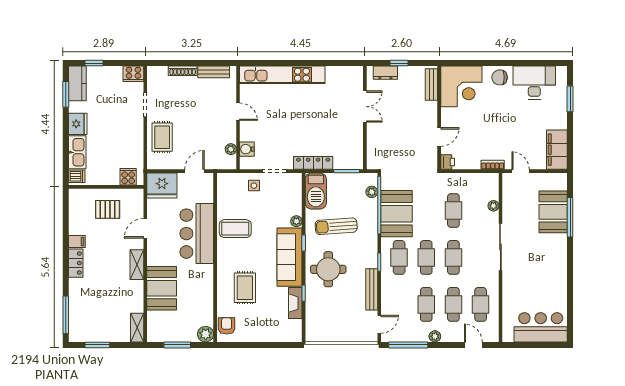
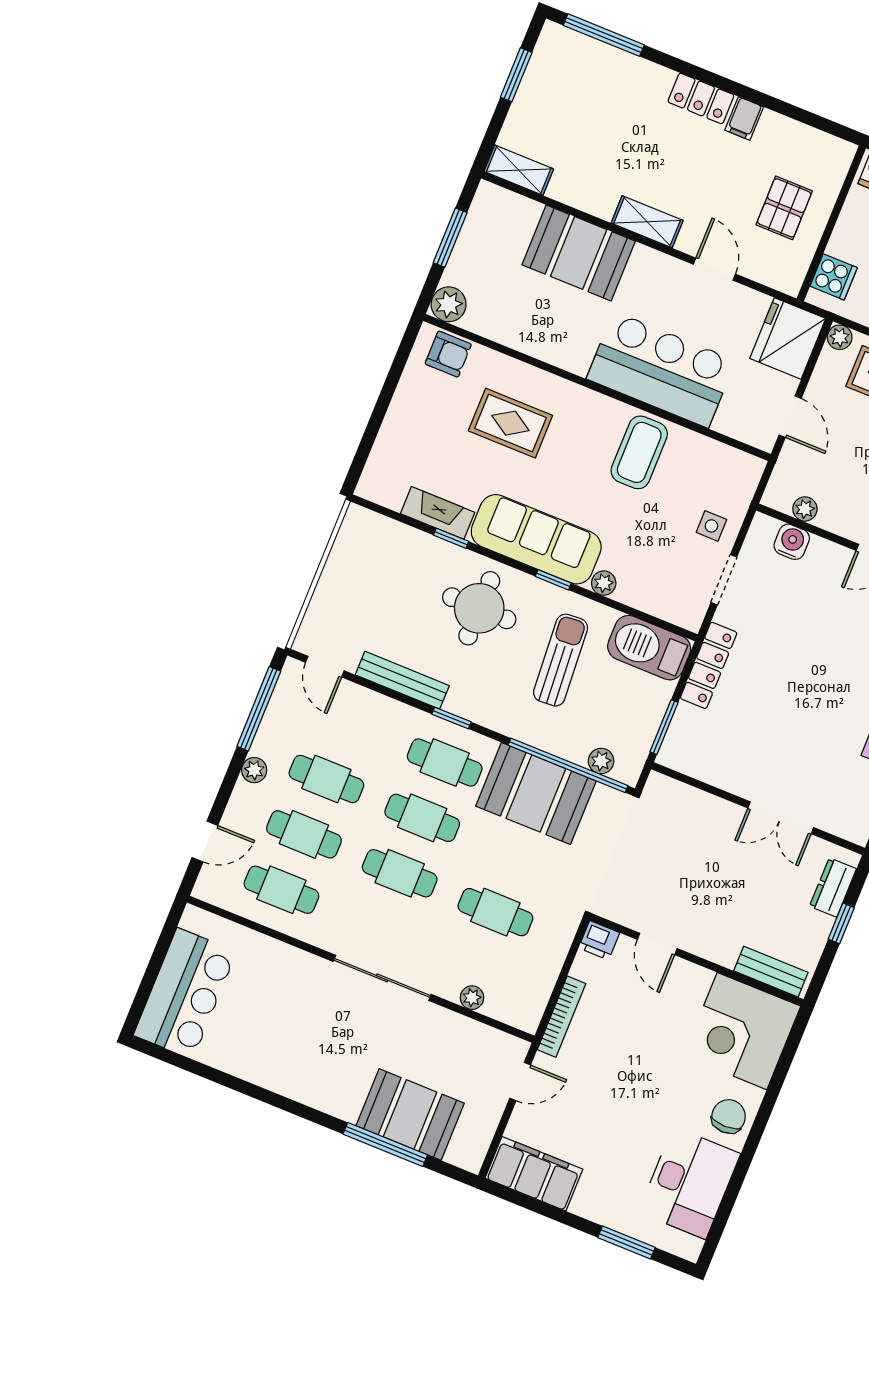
plant: (153, 164) -> (840, 337), added
bookcase: (493, 165) -> (562, 1017), width x1.56

